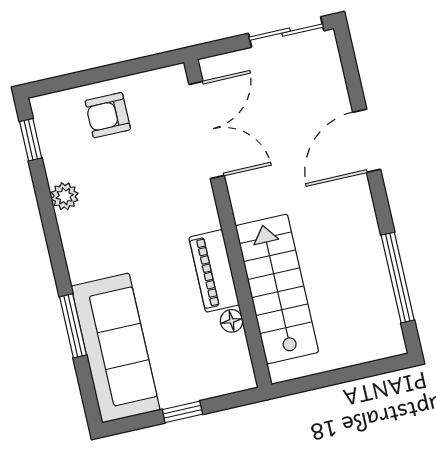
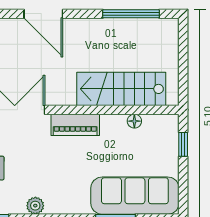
piano: (214, 271) -> (75, 125), moved
window: (182, 412) -> (183, 144), moved

